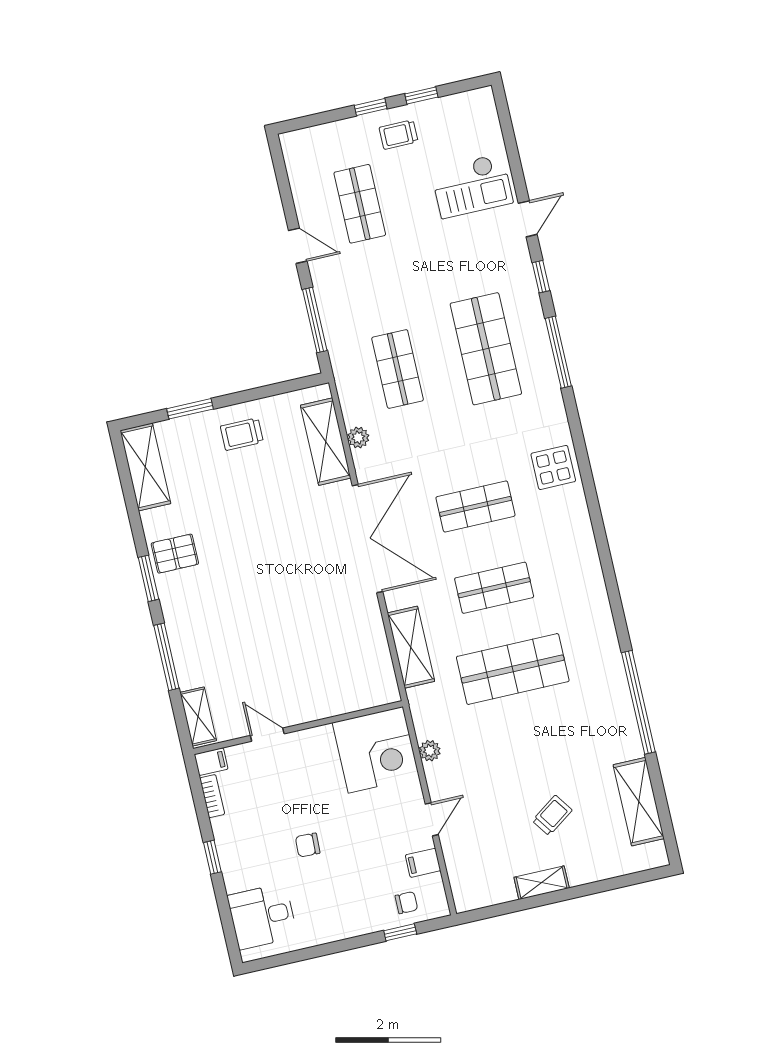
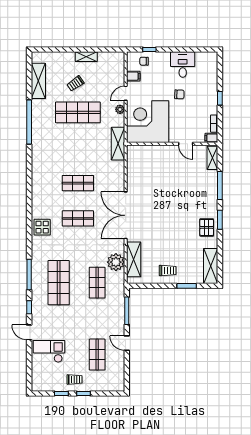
door: (528, 219) -> (29, 332), hinge flipped
plant: (358, 438) -> (116, 262), width x1.87, depth x1.87
pallet: (175, 554) -> (207, 227), turned 90
shelving: (411, 647) -> (118, 144), moved
shop shelf: (513, 669) -> (78, 112), moved
corner desk: (376, 750) -> (148, 122), width x1.36, depth x1.36
plant: (430, 751) -> (120, 109), moved
desk: (262, 916) -> (183, 65), moved, turned -90

